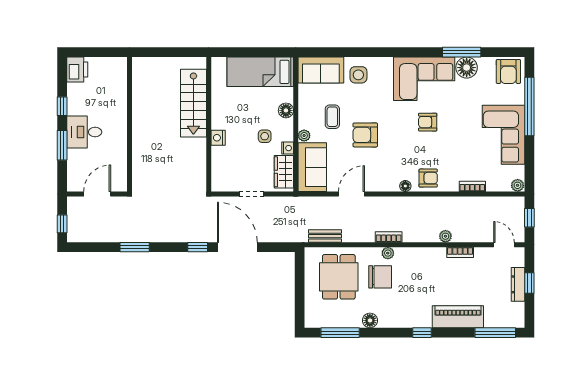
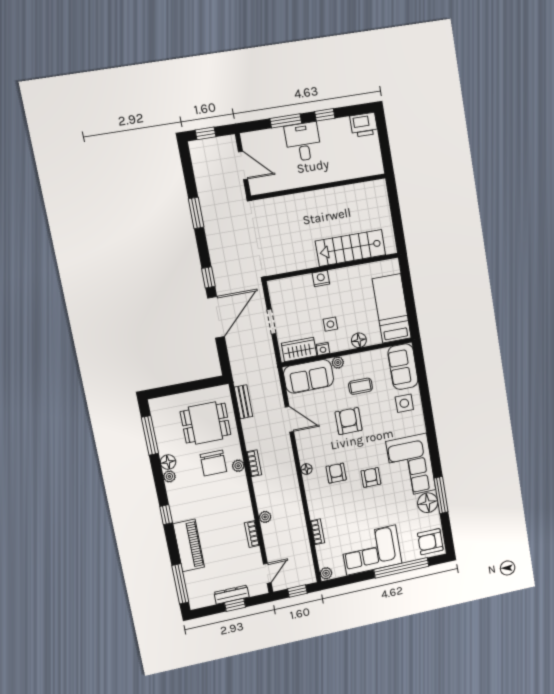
armchair: (428, 178) -> (336, 473), moved, turned 180
plant: (385, 322) -> (169, 476), added

